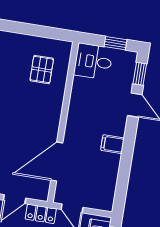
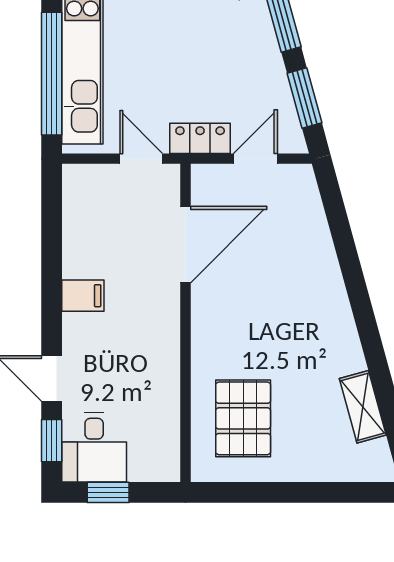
desk: (93, 61) -> (94, 447), moved, turned 90
pallet: (42, 70) -> (243, 418), width x1.50, depth x1.42

